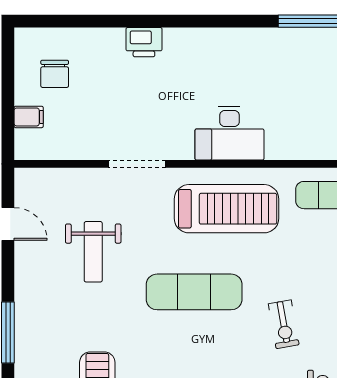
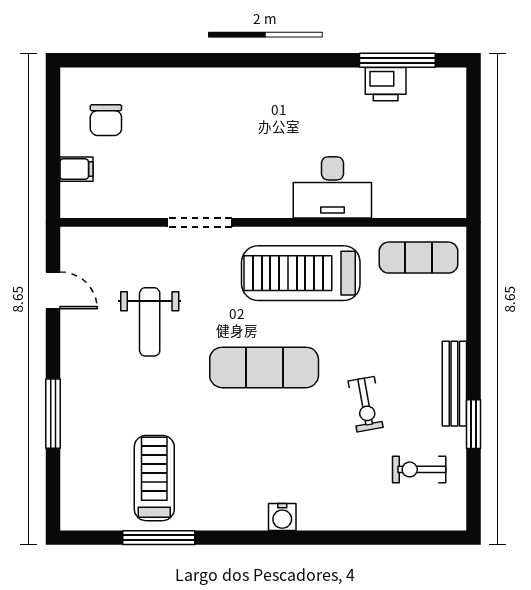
printer: (144, 42) -> (386, 84), moved
desk: (229, 133) -> (332, 187), moved
treadmill: (227, 209) -> (301, 273), turned 180

